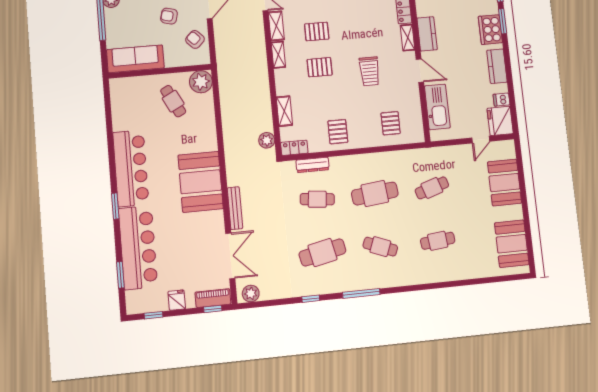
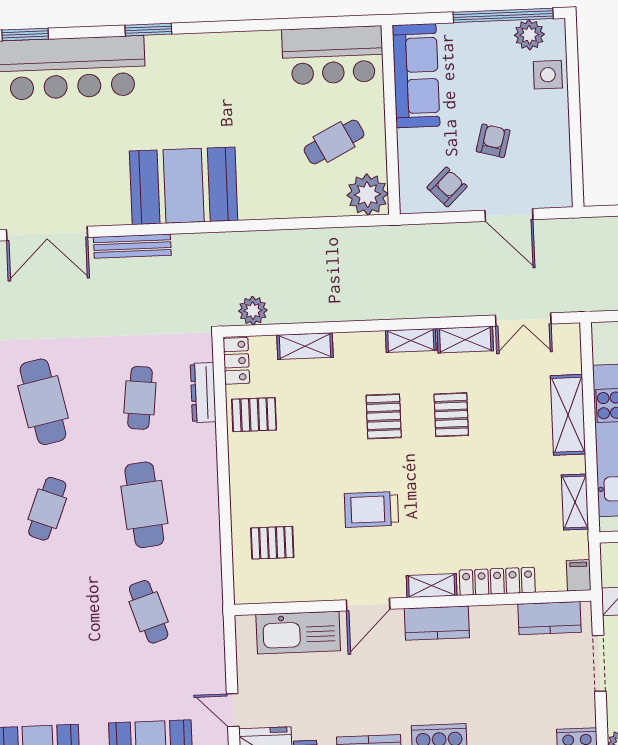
pallet: (338, 132) -> (254, 415), moved
bar counter: (131, 168) -> (333, 55), moved, width x0.73
cafe table: (438, 241) -> (52, 616), removed

